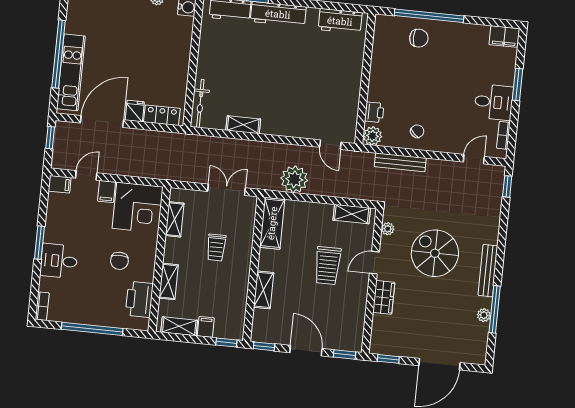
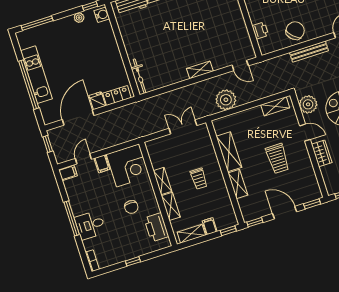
kitchen unit: (71, 72) -> (36, 75), moved
shelving: (243, 125) -> (200, 70), moved
chair: (417, 131) -> (295, 31), width x1.87, depth x1.87
plant: (372, 136) -> (266, 47), removed
bench: (400, 162) -> (309, 52), moved
shelving: (175, 219) -> (162, 181), moved
shelving: (272, 223) -> (229, 152), moved
plant: (388, 229) -> (308, 104), width x1.87, depth x1.87
window: (39, 243) -> (72, 218), width x1.44
trolley: (216, 248) -> (199, 179), moved
door: (374, 263) -> (305, 133), swing flipped
trolley: (328, 266) -> (277, 159), moved
window: (92, 329) -> (133, 261), width x0.32

